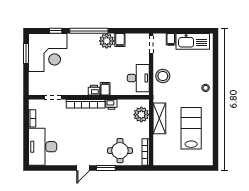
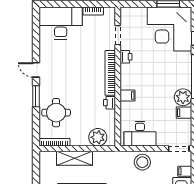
printer: (94, 90) -> (126, 57), moved
shelving: (159, 118) -> (74, 158), moved

